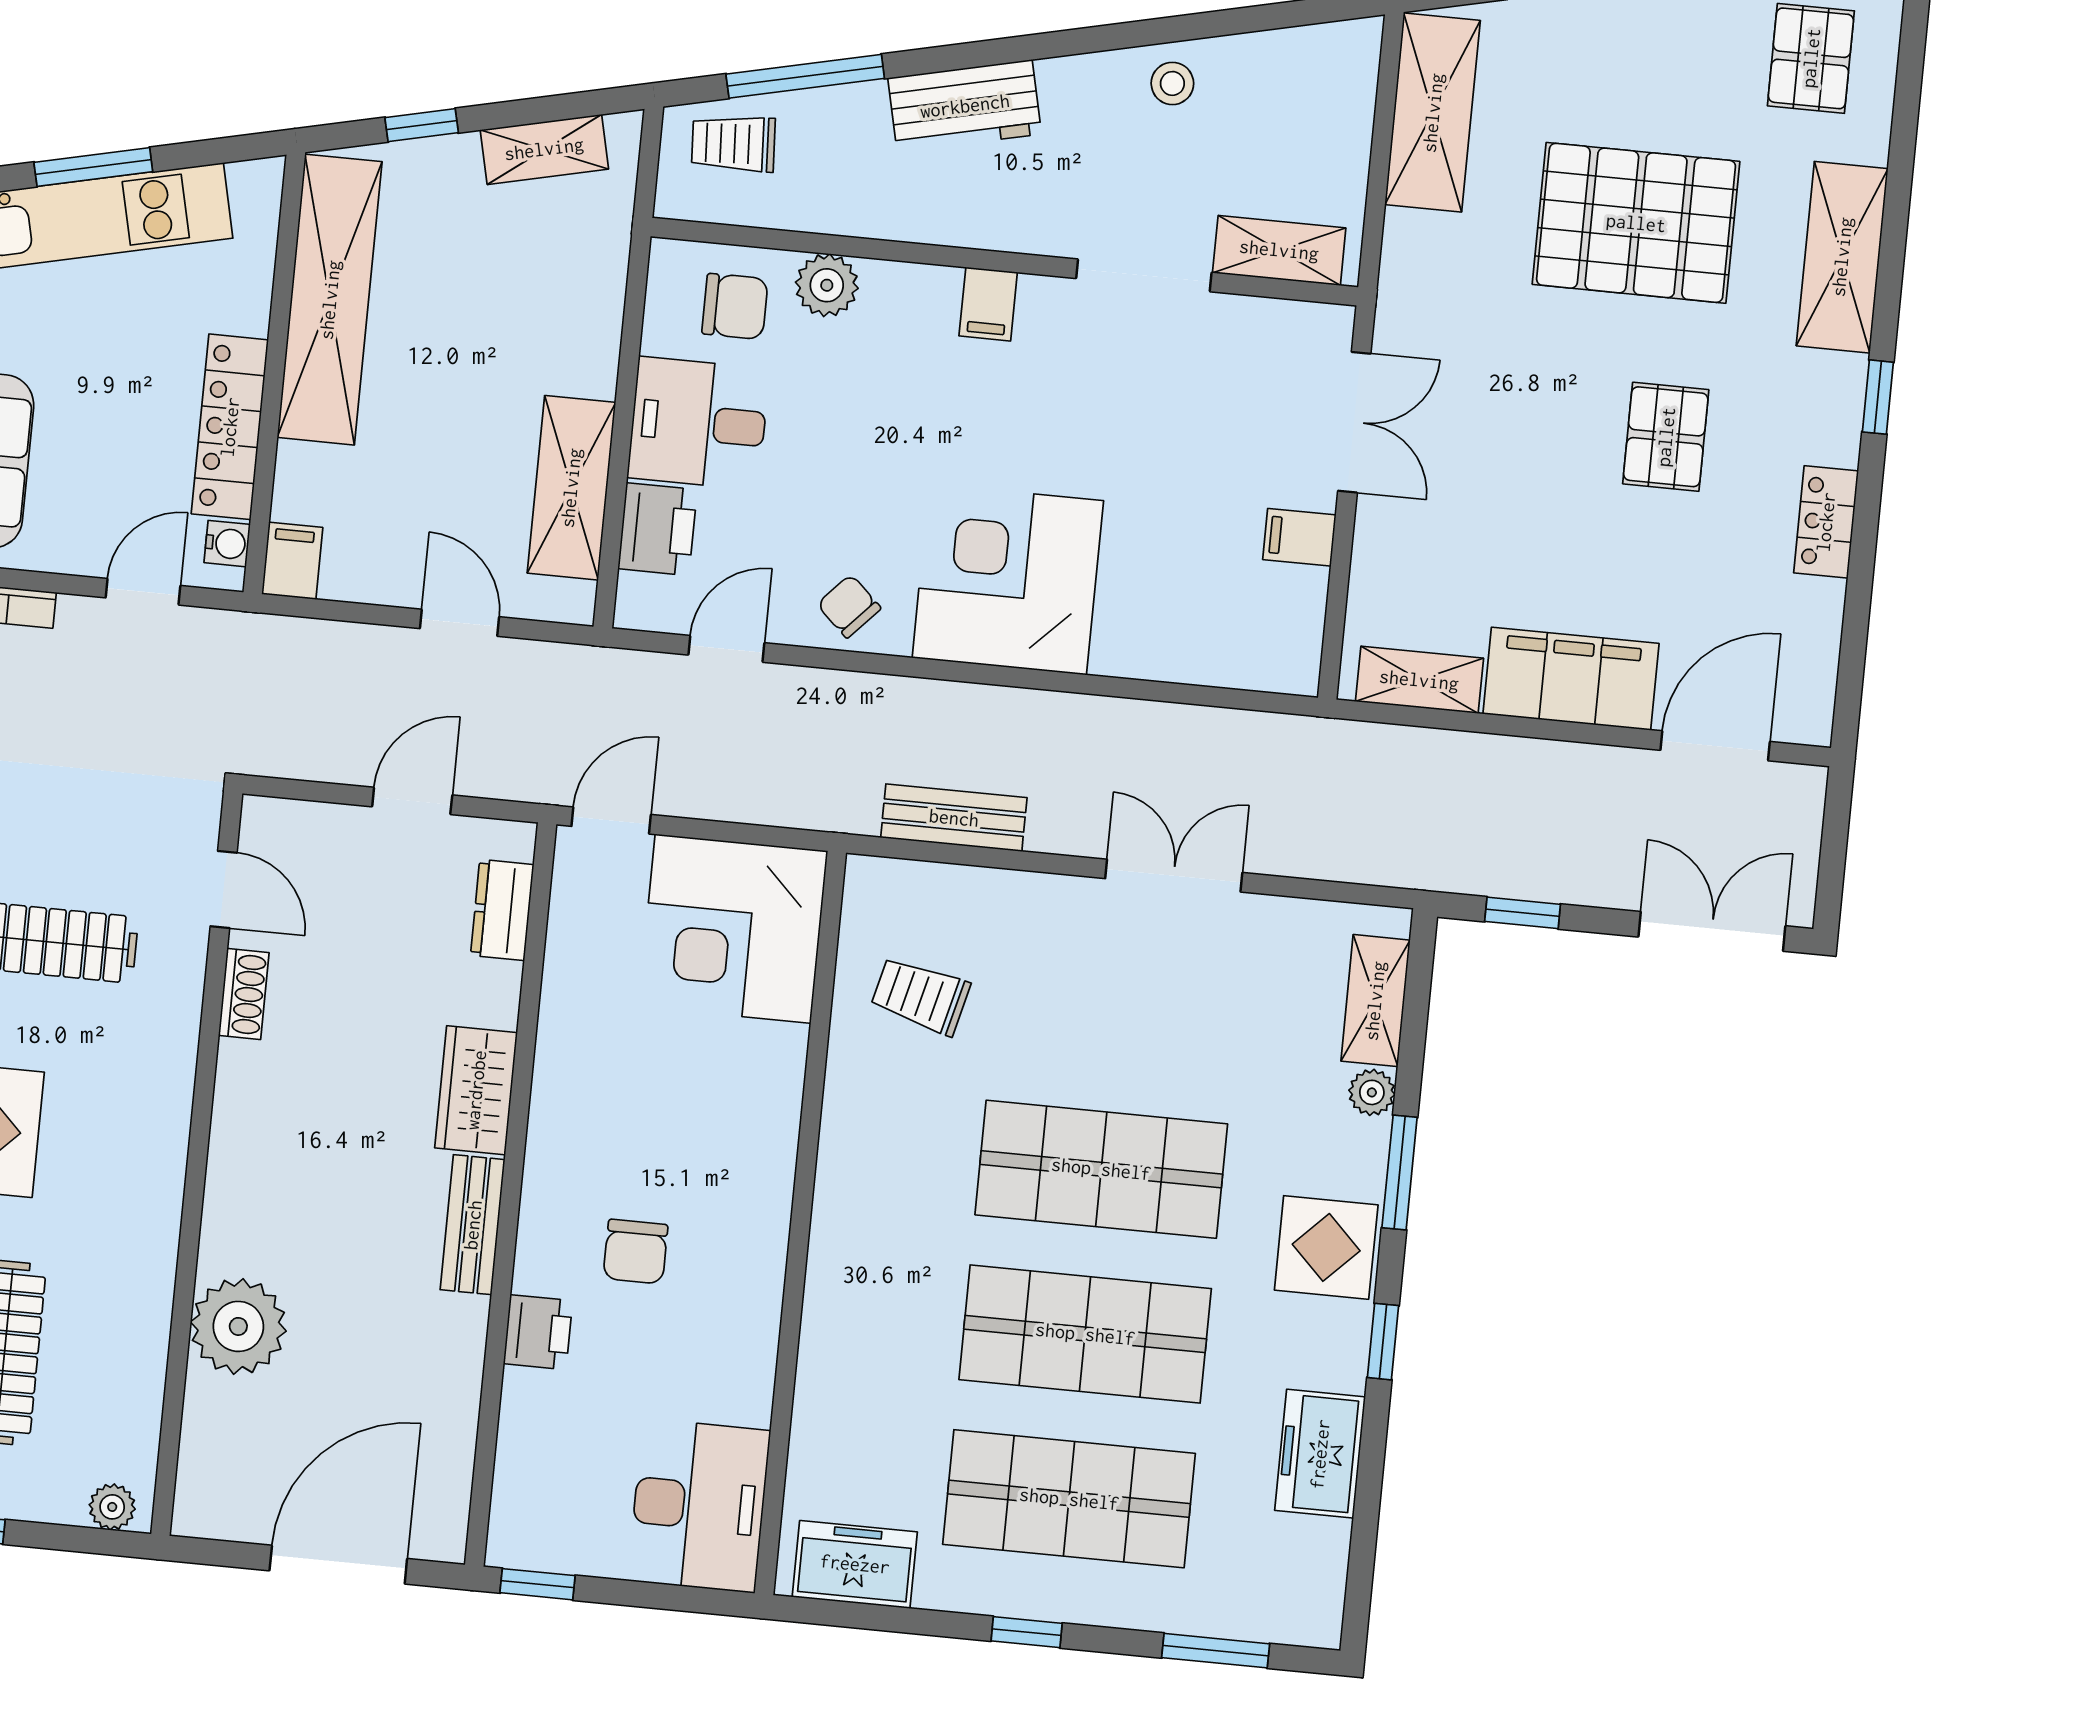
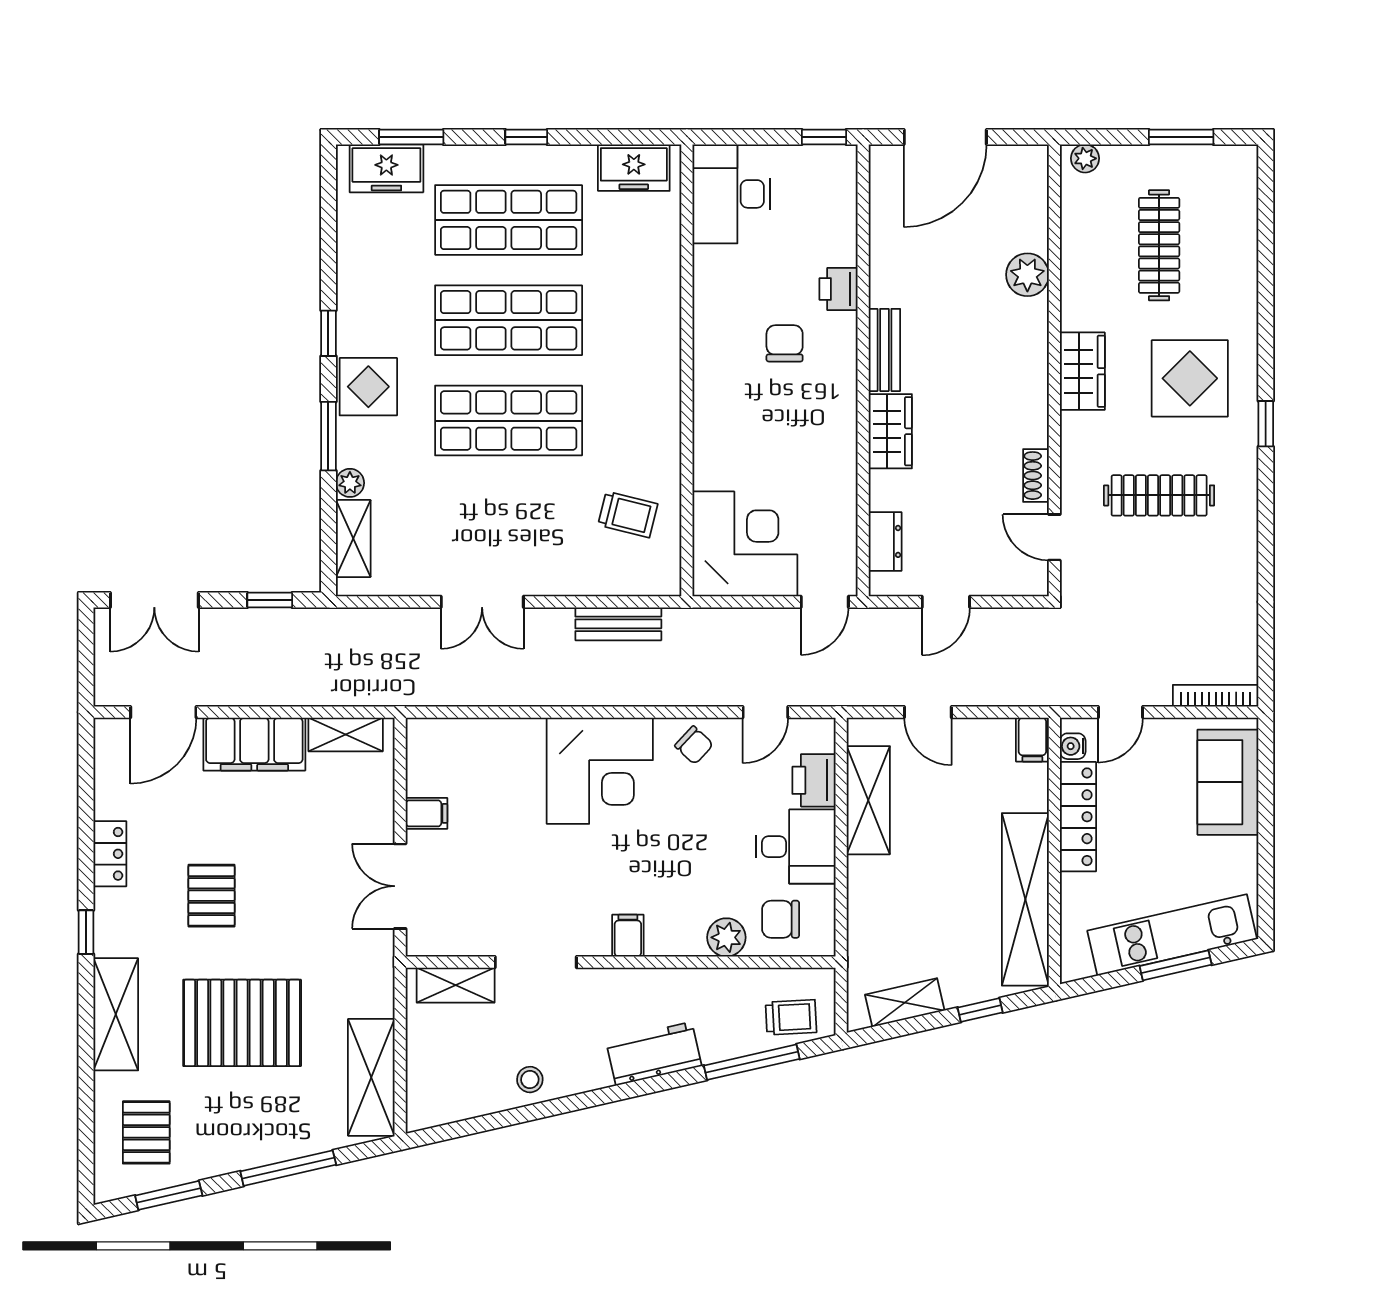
wardrobe: (151, 1158) -> (1082, 371), added
plant: (238, 1326) -> (1027, 275), width x0.73, depth x0.73
freezer: (1320, 1454) -> (386, 168), moved, turned 90

